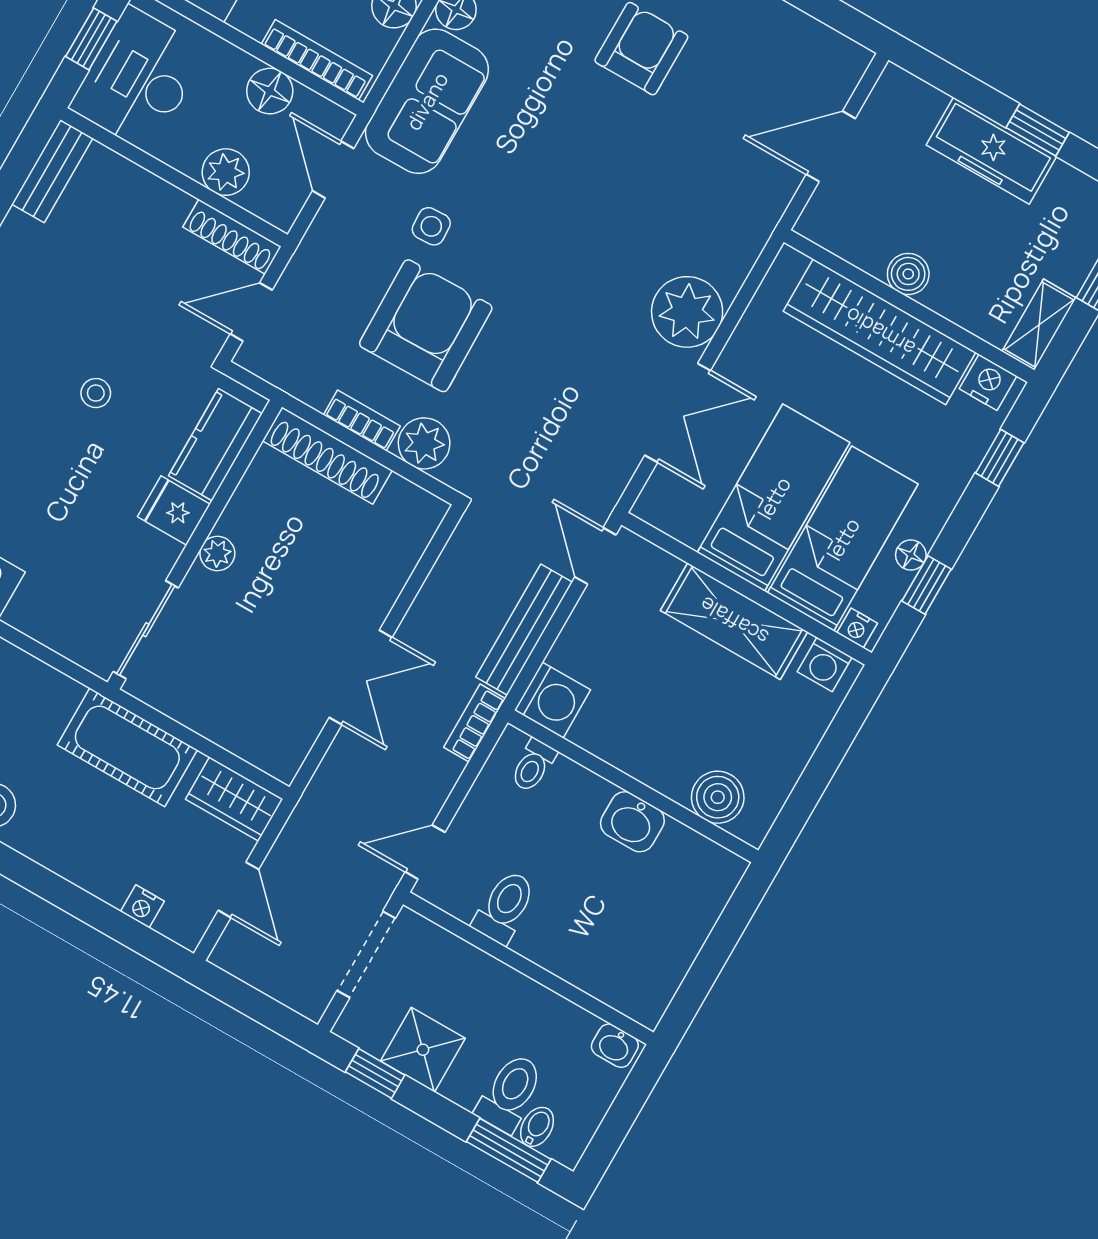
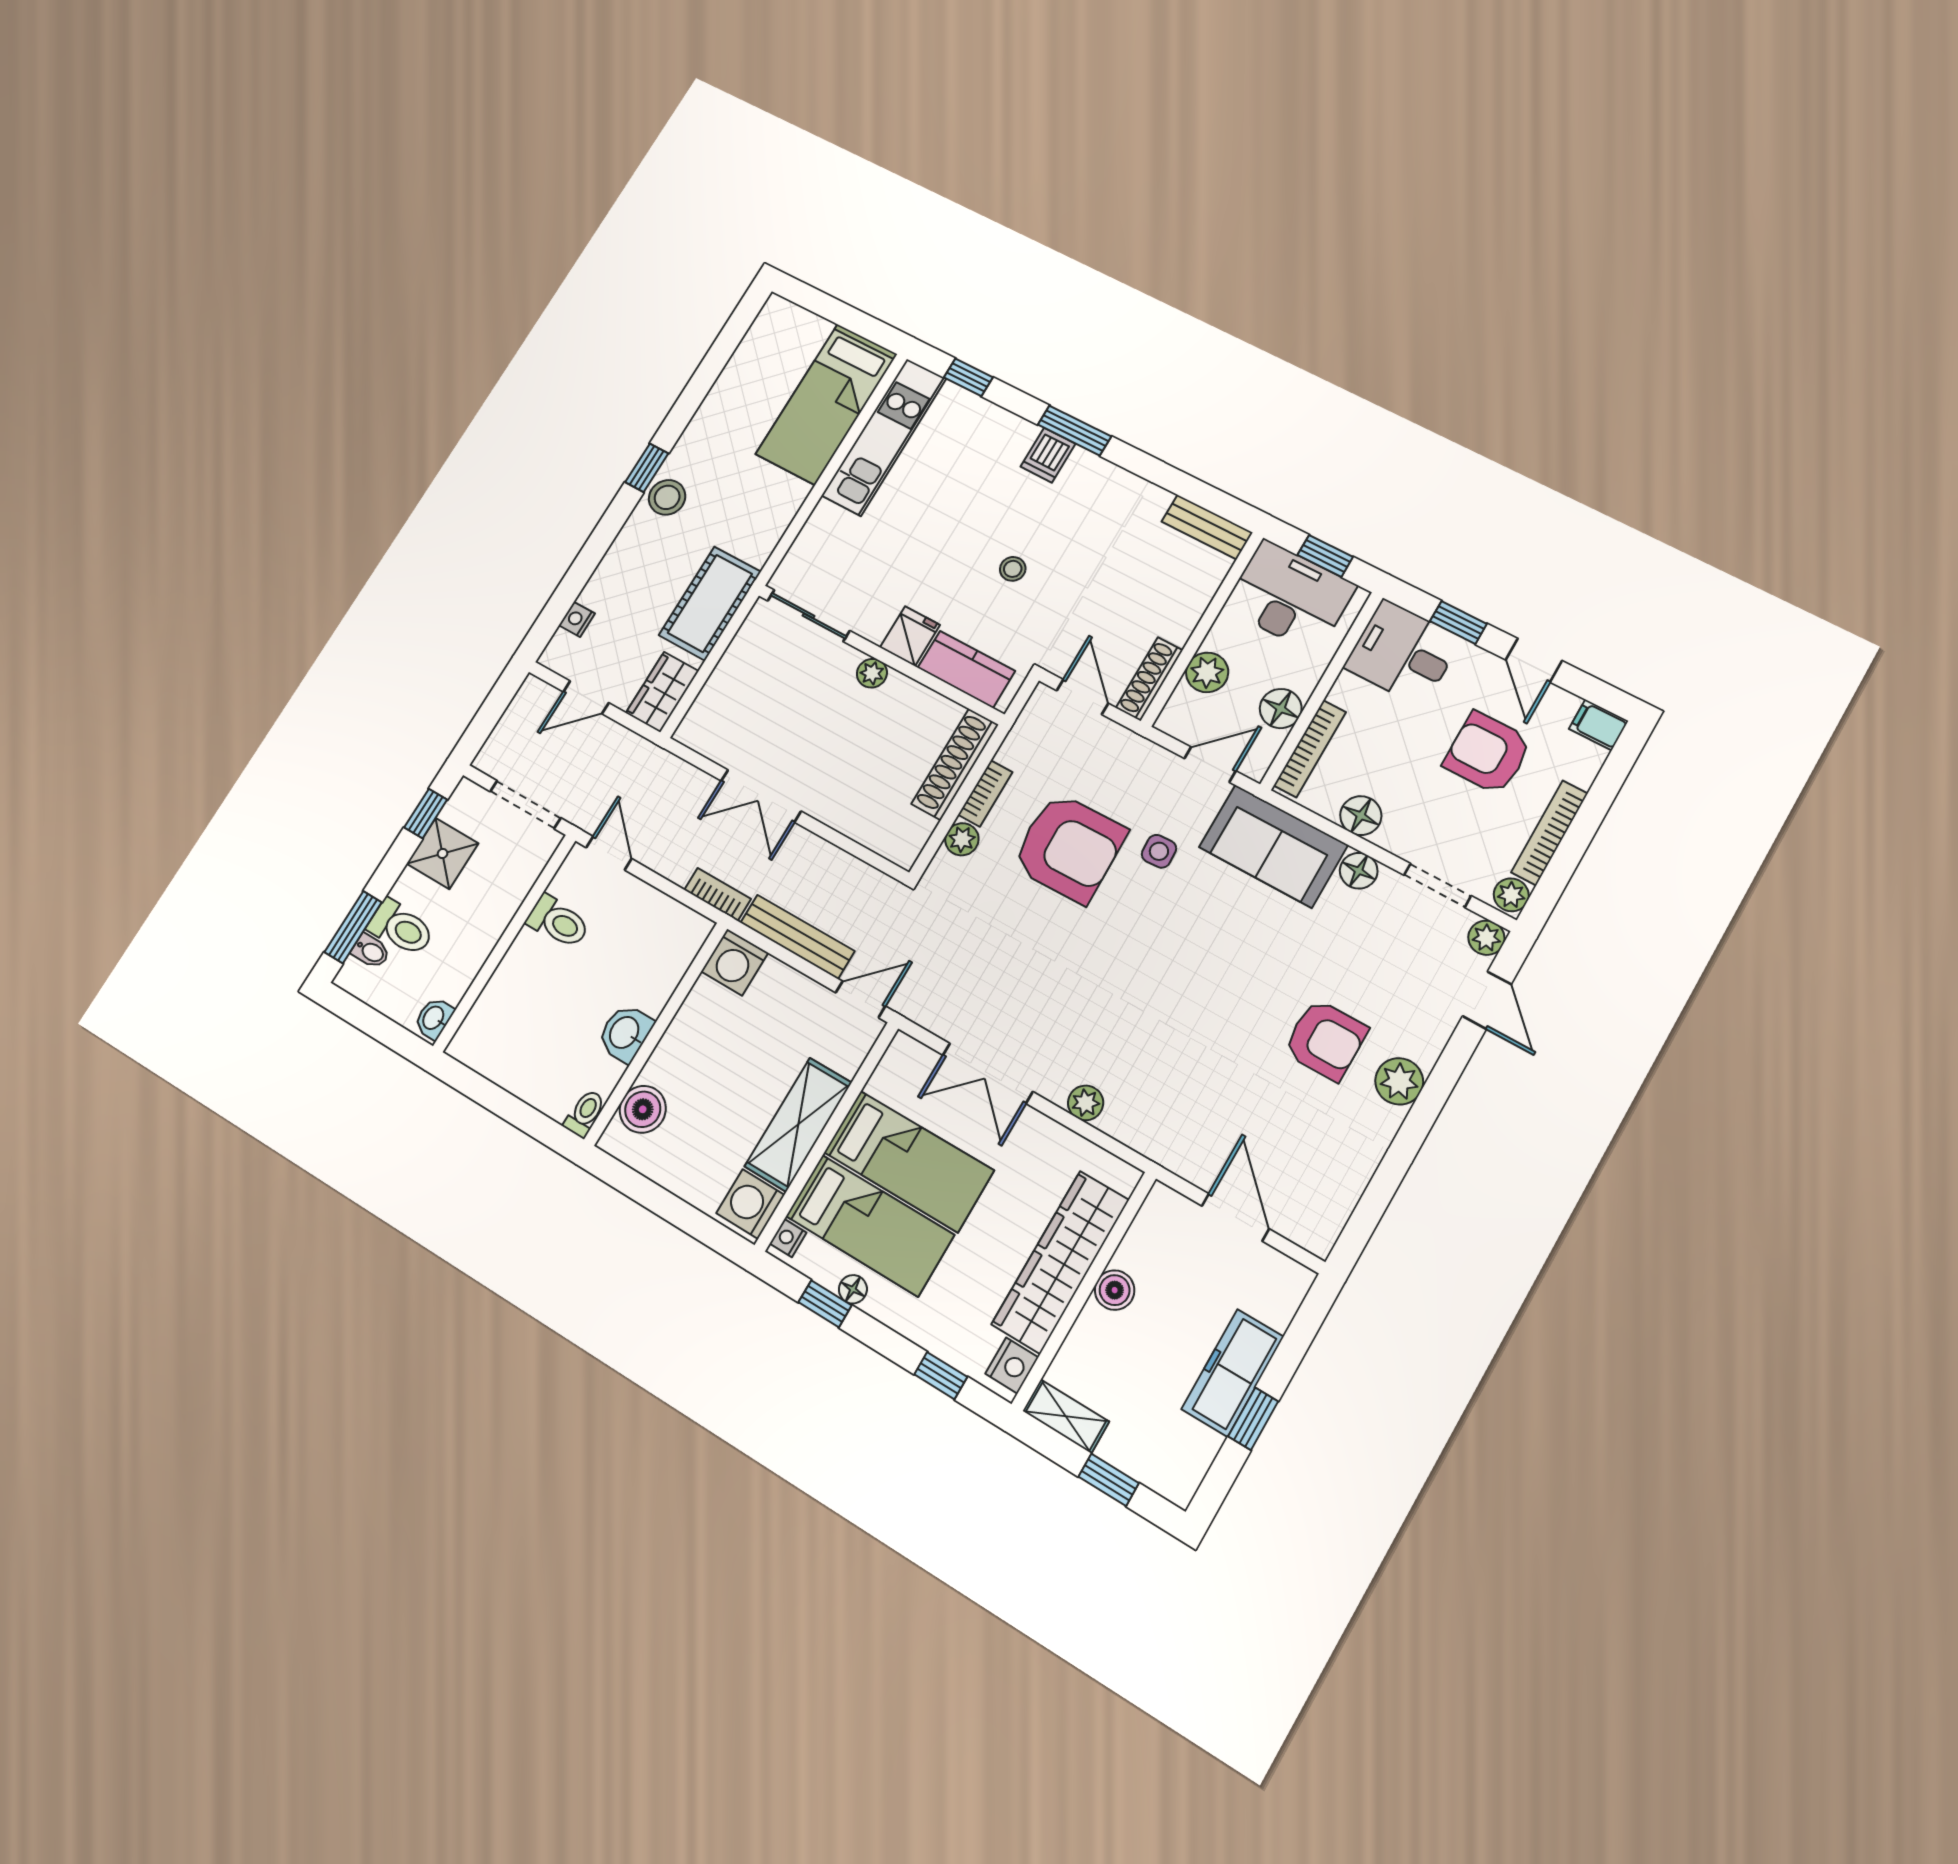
plant: (687, 312) -> (1086, 1103), width x0.53, depth x0.53
plant: (424, 443) -> (962, 839), width x0.73, depth x0.73
washing machine: (825, 665) -> (750, 1204), width x1.38, depth x1.38
toilet: (533, 765) -> (585, 1113), moved, turned 90

